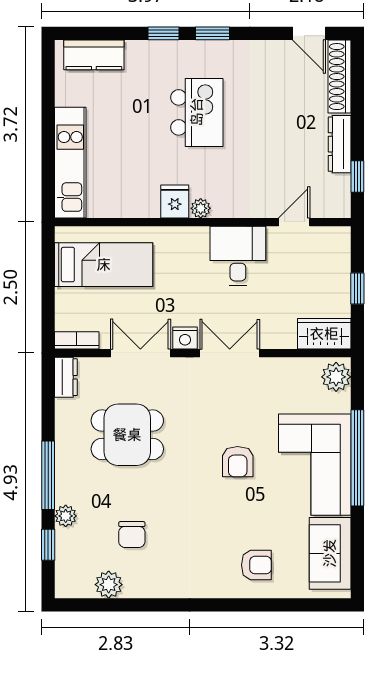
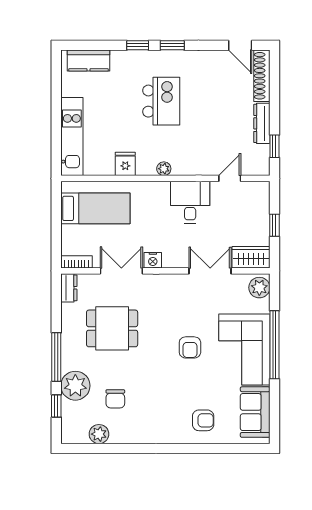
fridge: (175, 202) -> (125, 164), moved
double door: (230, 353) -> (210, 271), moved
plant: (66, 516) -> (75, 386), width x1.87, depth x1.87

